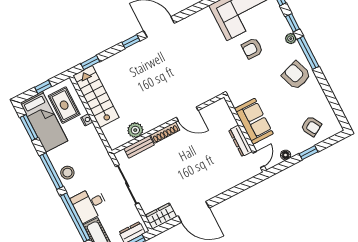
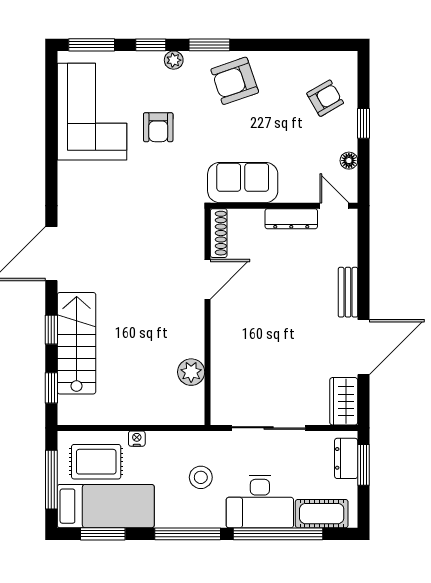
window: (131, 42) -> (51, 330), moved
window: (308, 53) -> (209, 45), width x0.69
window: (43, 87) -> (51, 480), width x2.17
stairs: (96, 97) -> (77, 343), moved, turned 90
sofa: (254, 121) -> (243, 183), moved
shoe rack: (165, 133) -> (219, 233), moved
bench: (139, 147) -> (348, 292), moved
stool: (67, 173) -> (201, 477), moved
desk: (90, 204) -> (260, 501), width x1.37

